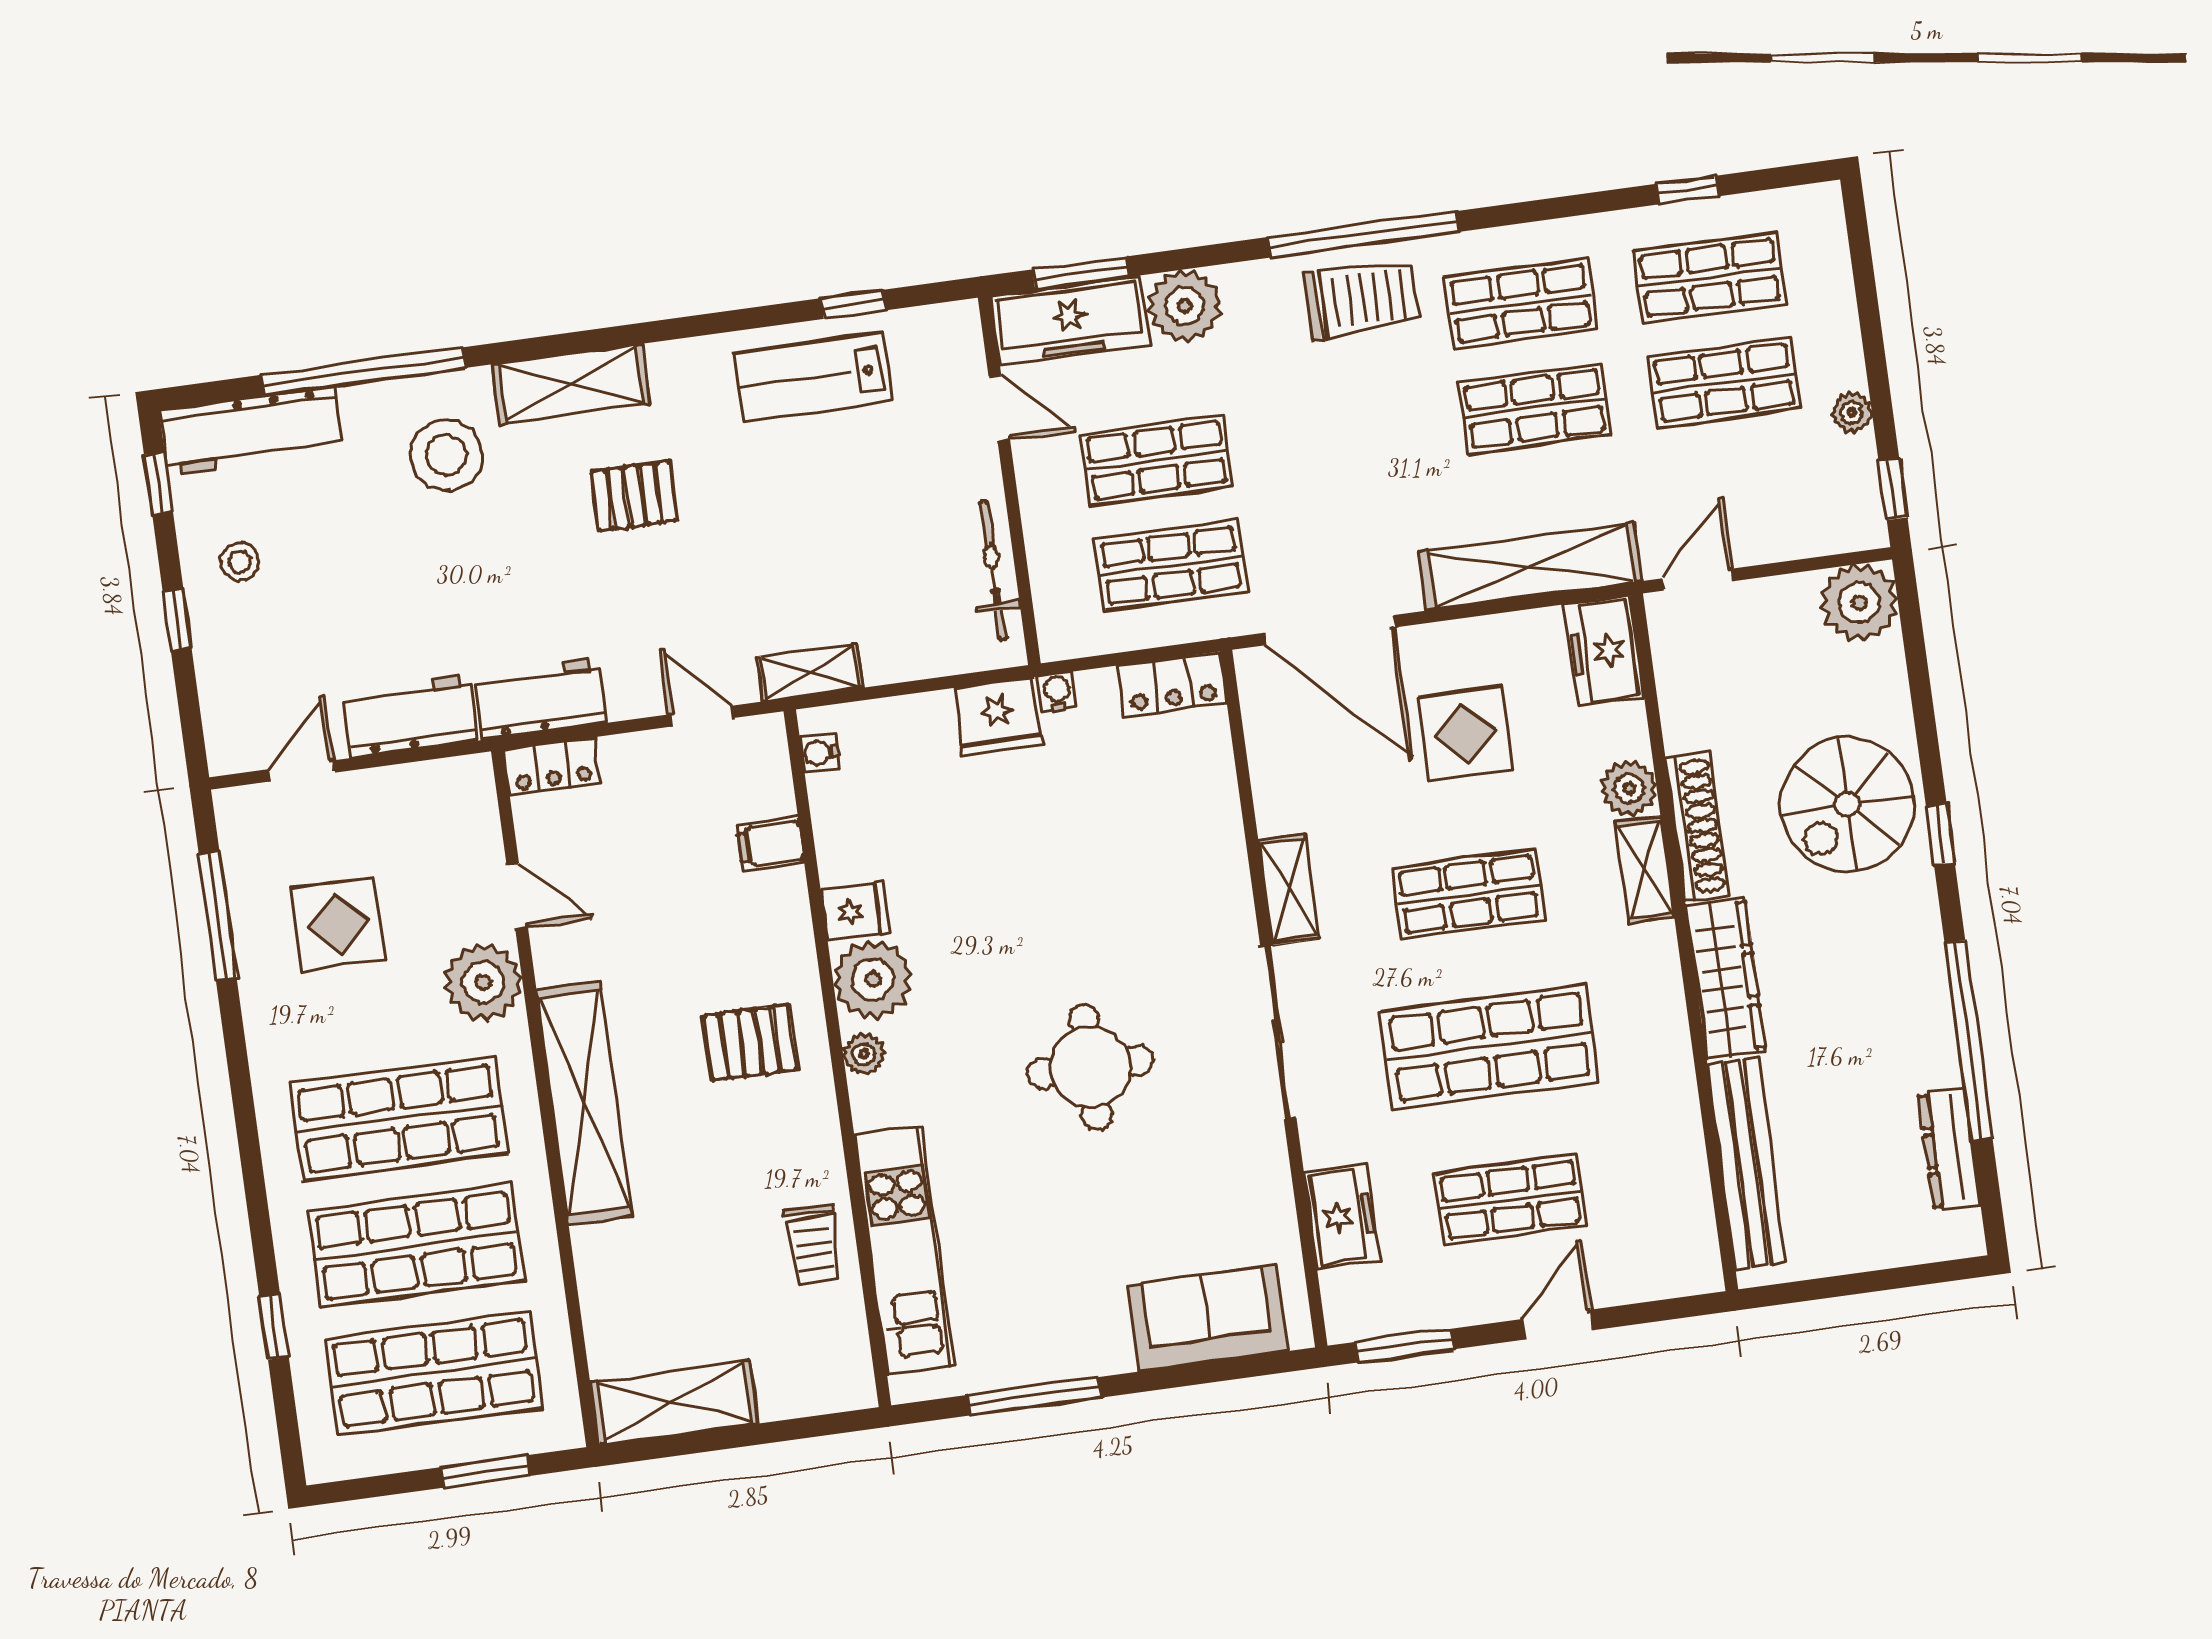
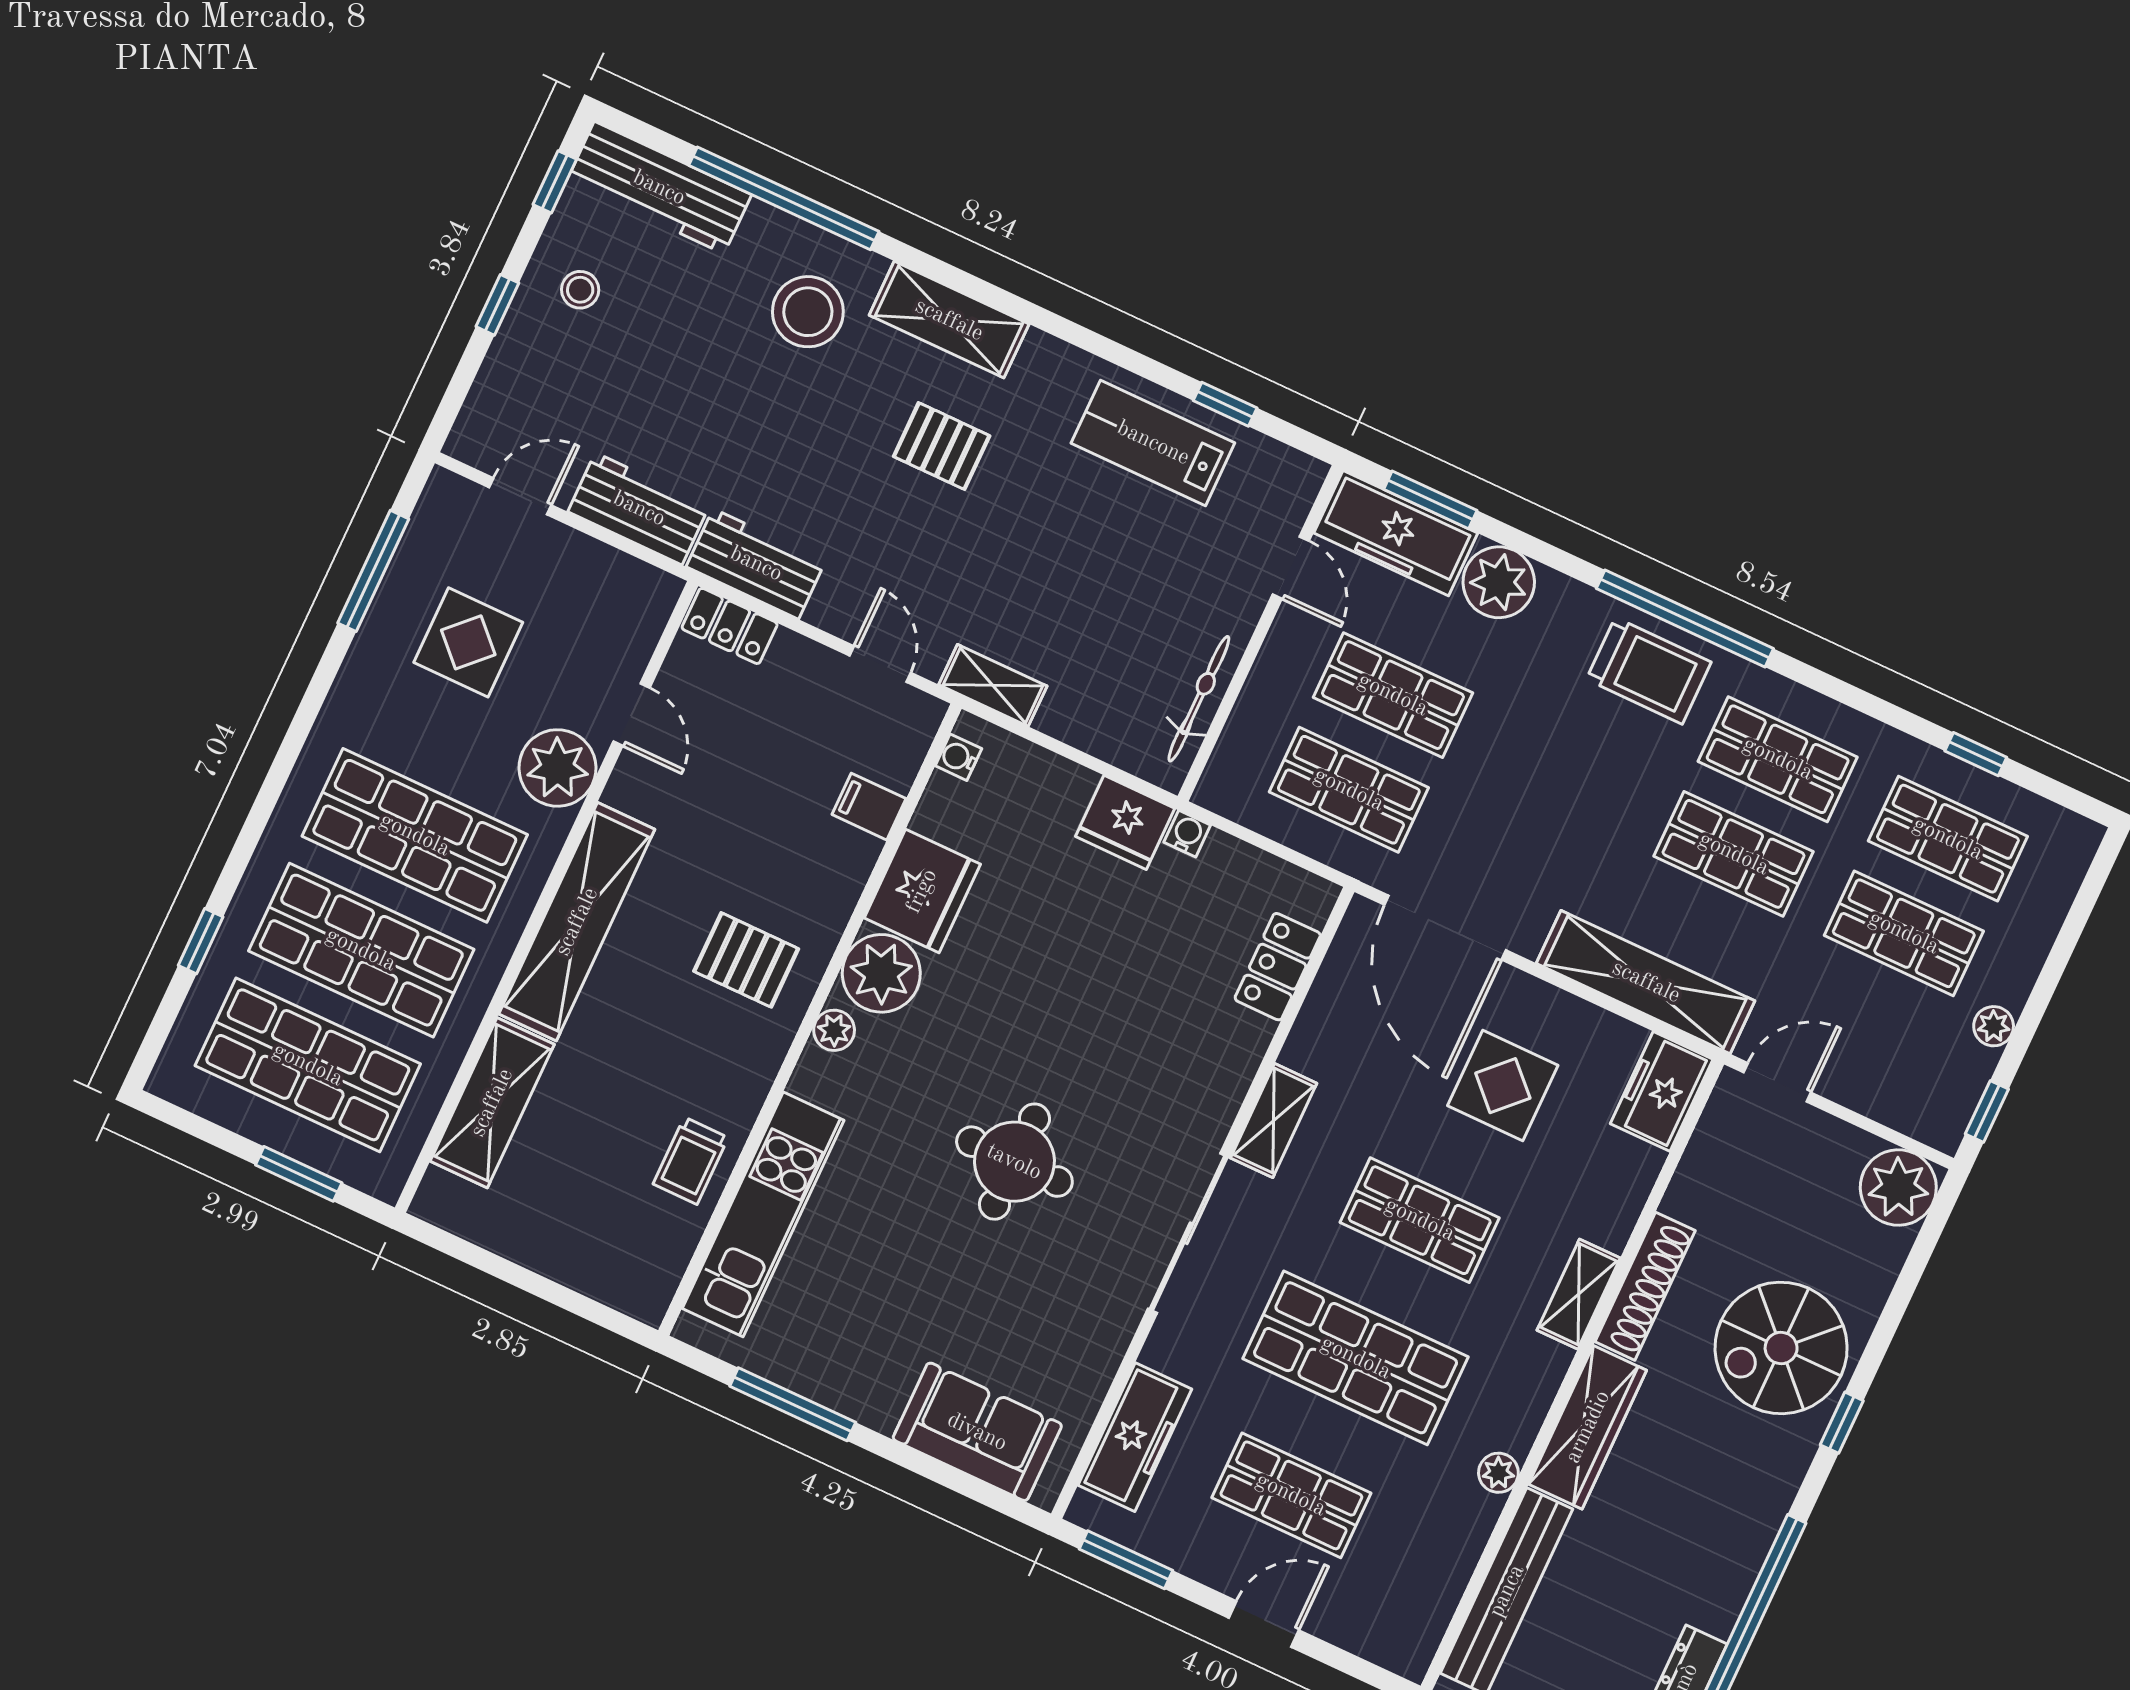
locker: (1172, 684) -> (1278, 967), moved, turned 90
plant: (1629, 788) -> (1498, 1473), moved, width x0.73, depth x0.73
fridge: (855, 911) -> (922, 891), width x1.88, depth x1.34
freezer: (1342, 1217) -> (1135, 1437), width x1.40
shelving: (674, 1403) -> (492, 1103), moved, turned 90

